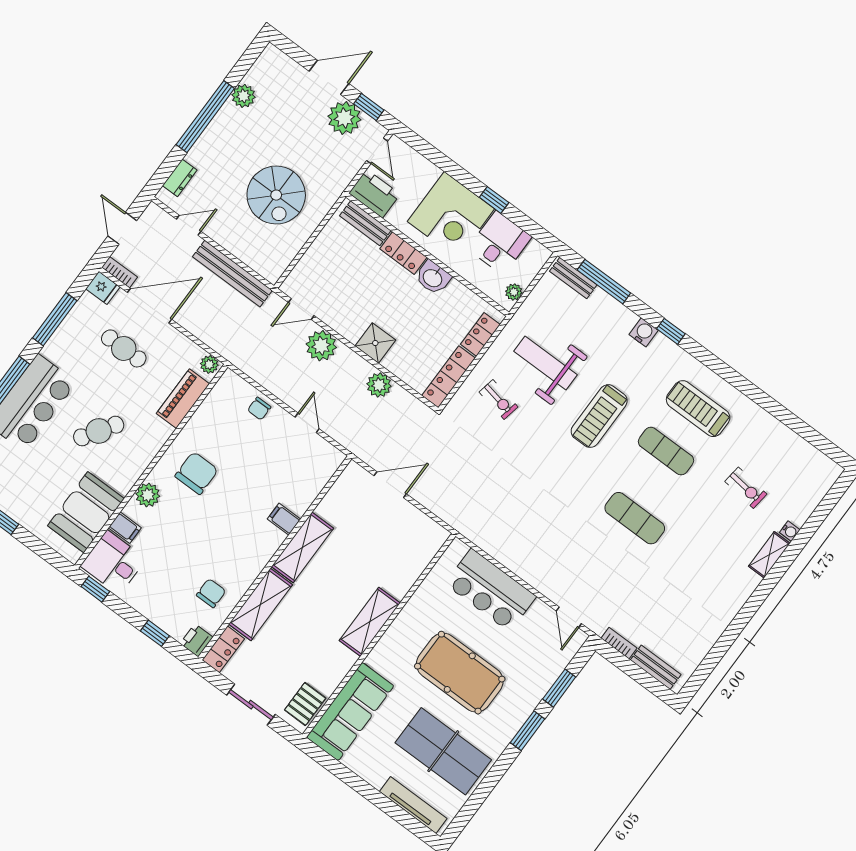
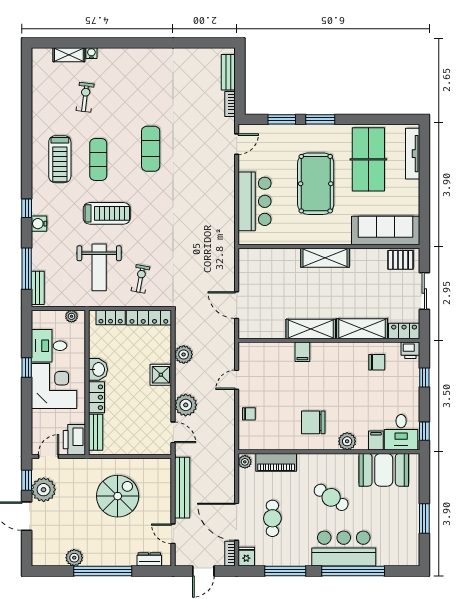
shelving: (769, 555) -> (69, 55), moved
chair: (211, 593) -> (377, 362), turned 180

